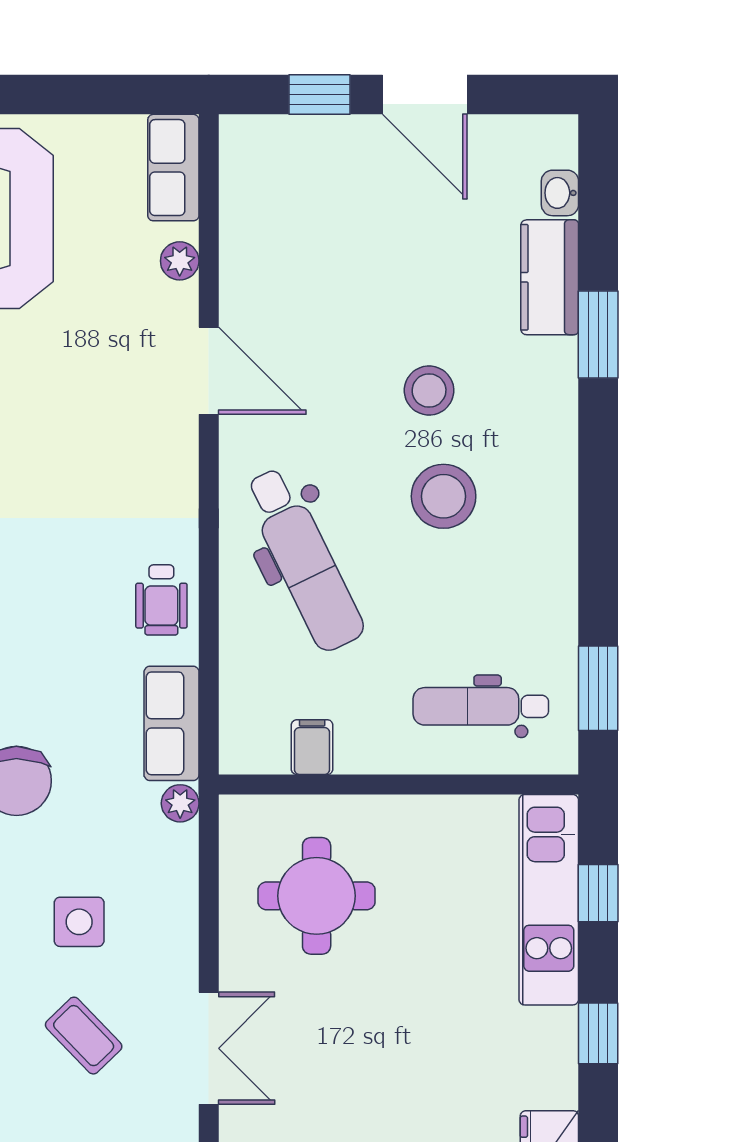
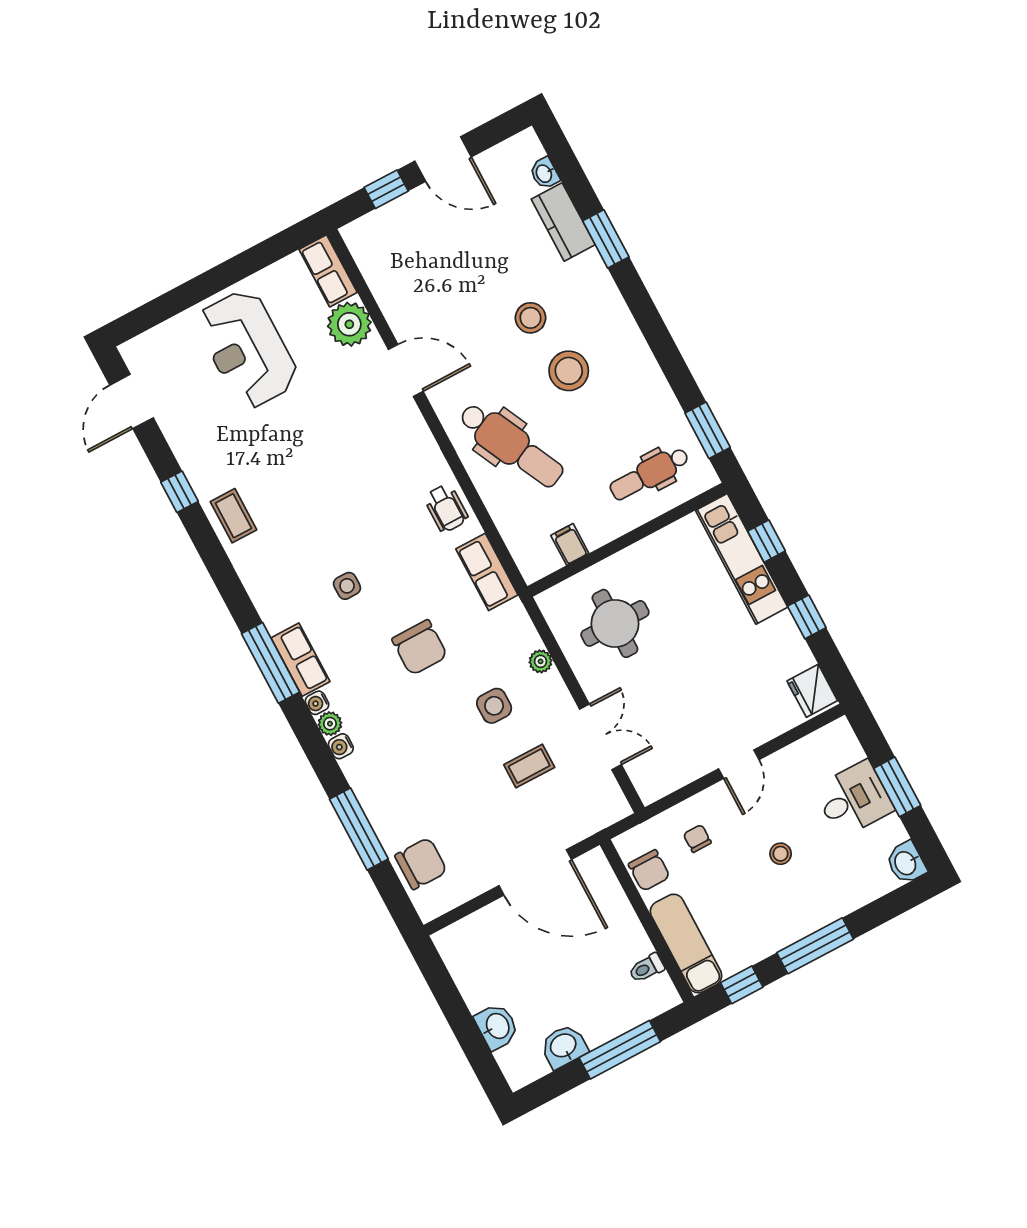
plant: (180, 261) -> (349, 324), width x1.87, depth x1.87
plant: (180, 803) -> (541, 661), moved
coffee table: (84, 1036) -> (529, 766), turned -46

